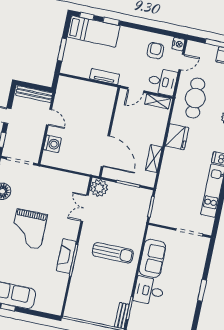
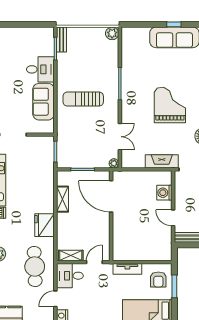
armchair: (155, 51) -> (158, 279), moved
plant: (99, 188) -> (114, 163), width x0.53, depth x0.53
fireplace: (66, 256) -> (162, 161), moved, turned -90
plant: (71, 311) -> (112, 33), added

